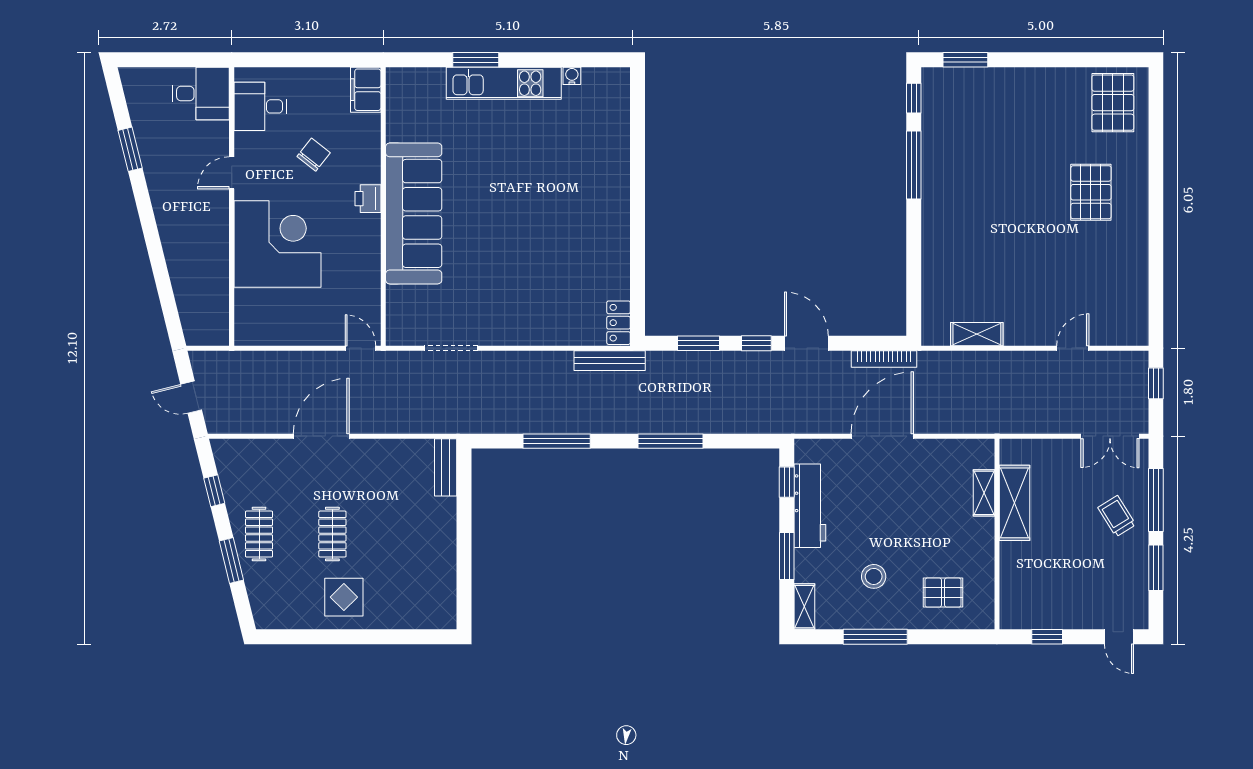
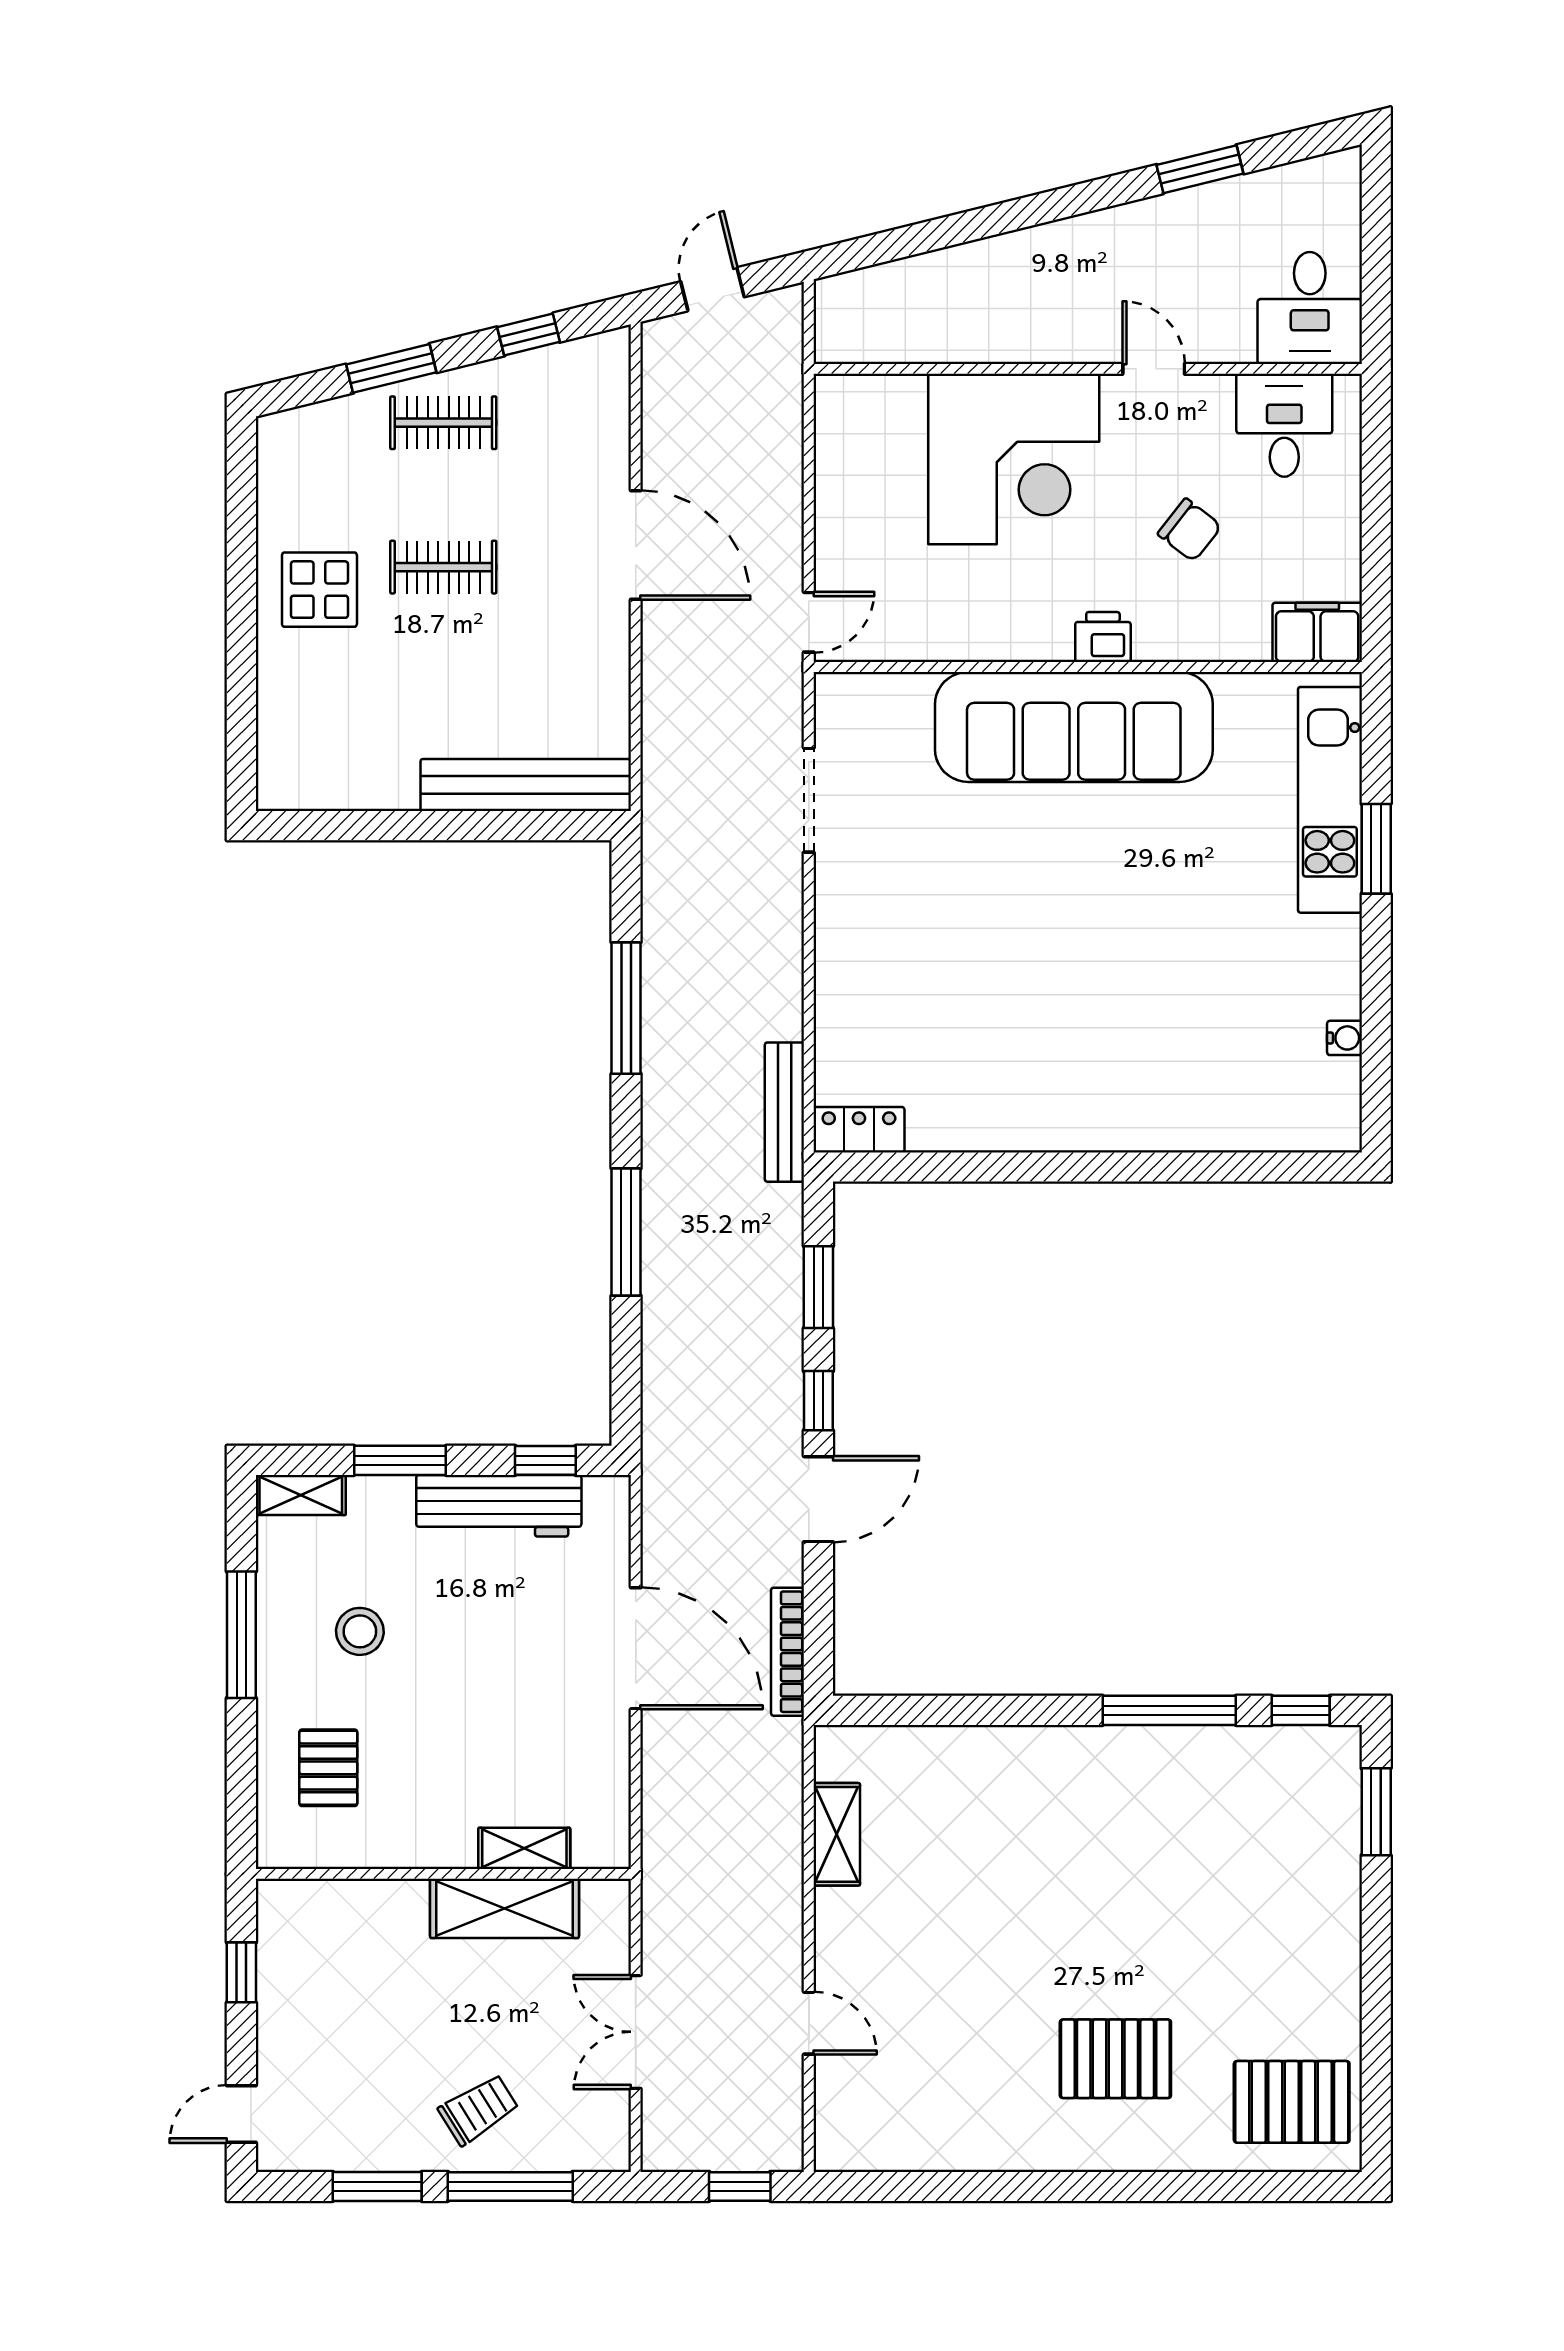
kitchen unit: (504, 83) -> (1330, 800), moved
double door: (1110, 436) -> (636, 2032), moved
bench: (446, 467) -> (526, 785), width x1.86, depth x1.21

